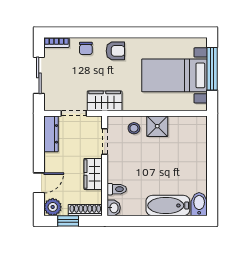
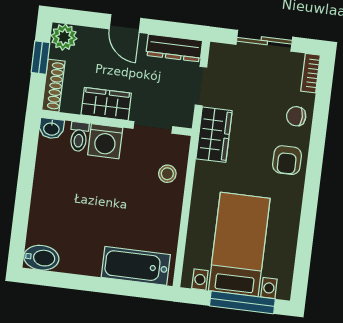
shower: (157, 126) -> (166, 209), removed
washing machine: (118, 172) -> (105, 141), added
door: (39, 183) -> (125, 24), moved
bathtub: (168, 205) -> (136, 266), moved, turned -90

